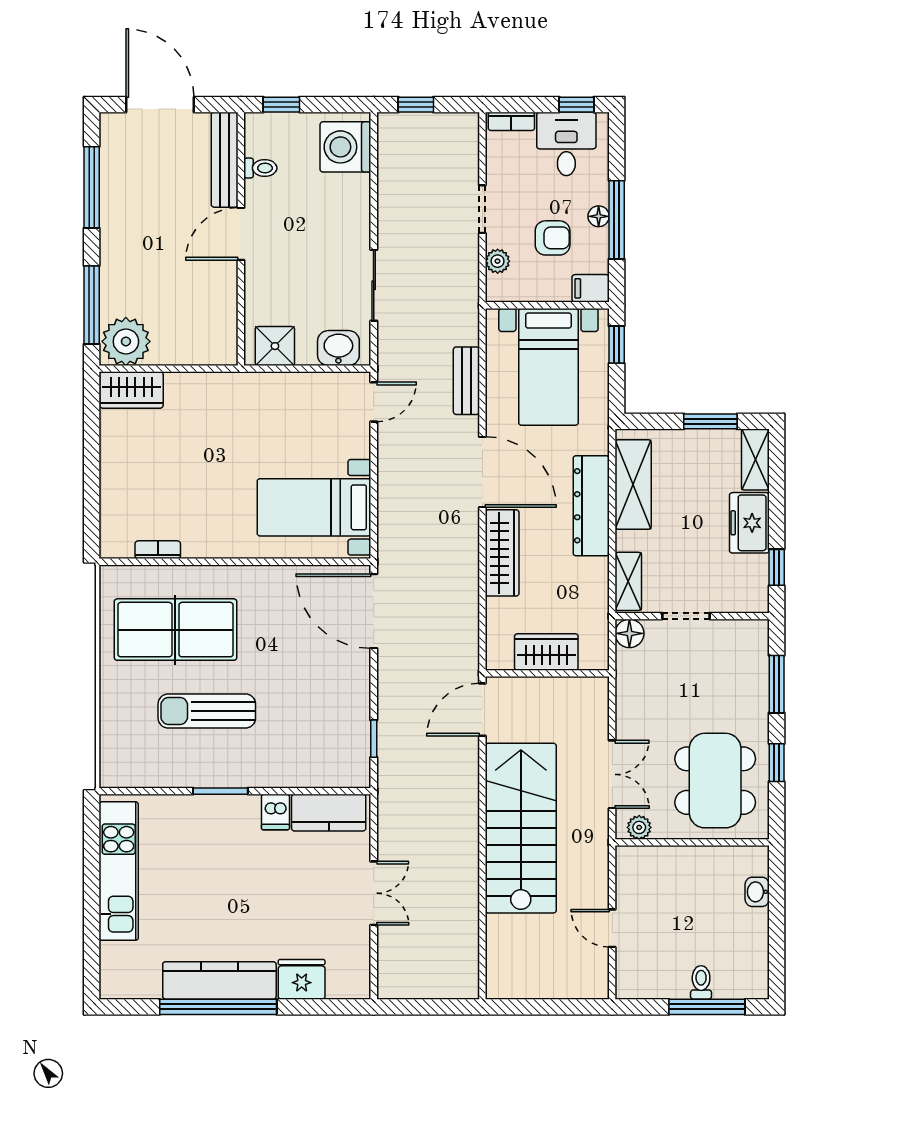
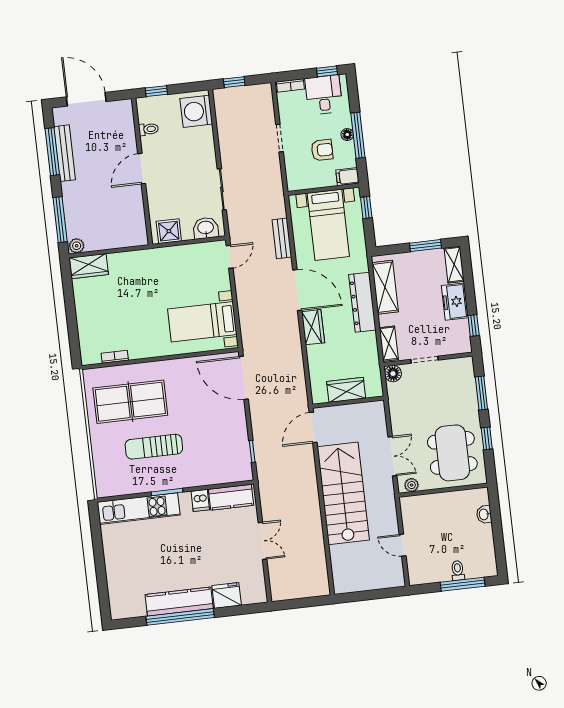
bench: (225, 160) -> (65, 153), moved
plant: (498, 261) -> (292, 167), removed
plant: (126, 341) -> (77, 246), width x0.53, depth x0.53
wardrobe: (502, 553) -> (313, 327), width x0.67
kitchen unit: (119, 871) -> (139, 509), moved, turned 90

